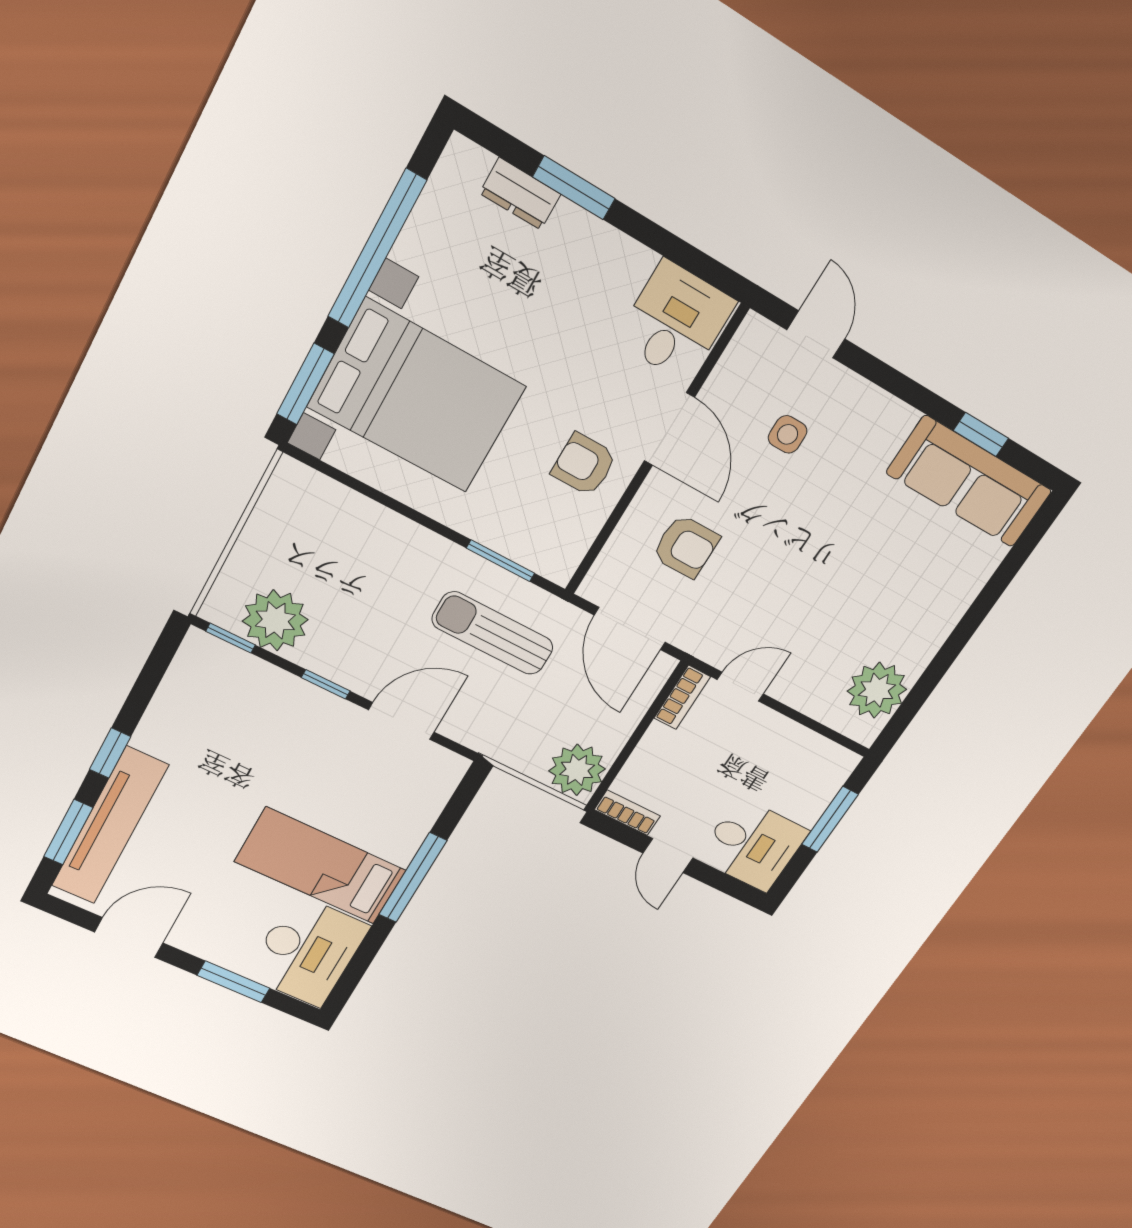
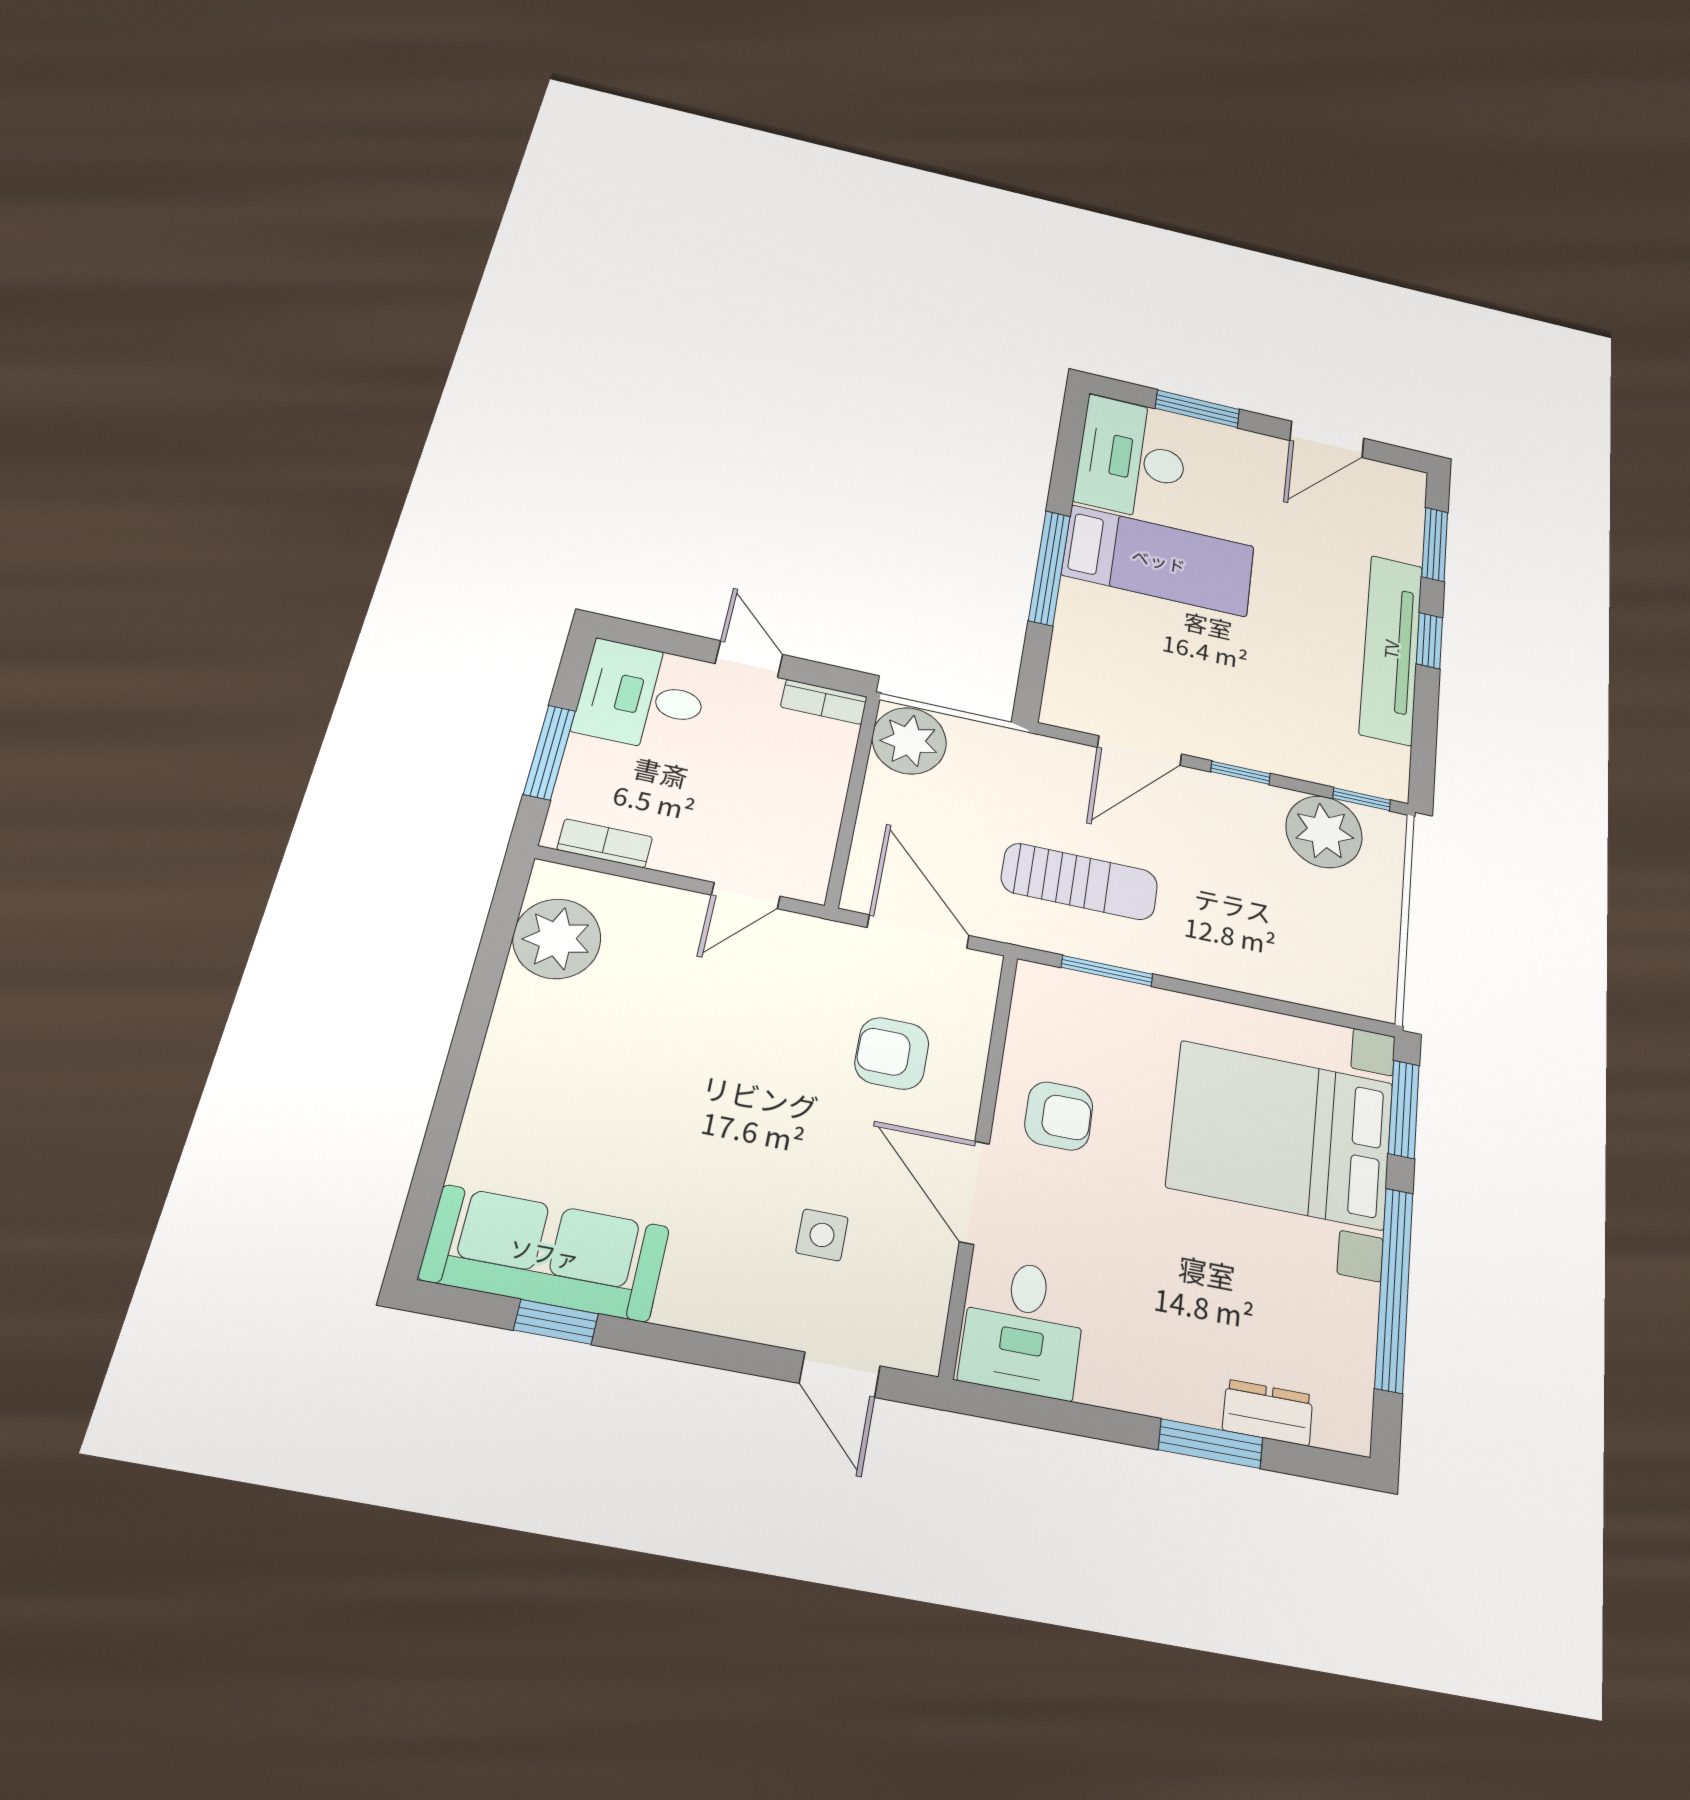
bookcase: (682, 697) -> (605, 843), moved, turned 90
tv unit: (110, 826) -> (1391, 649), moved

